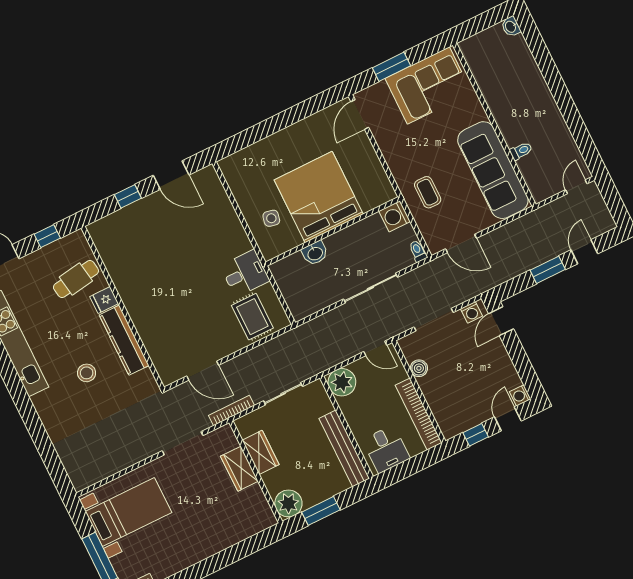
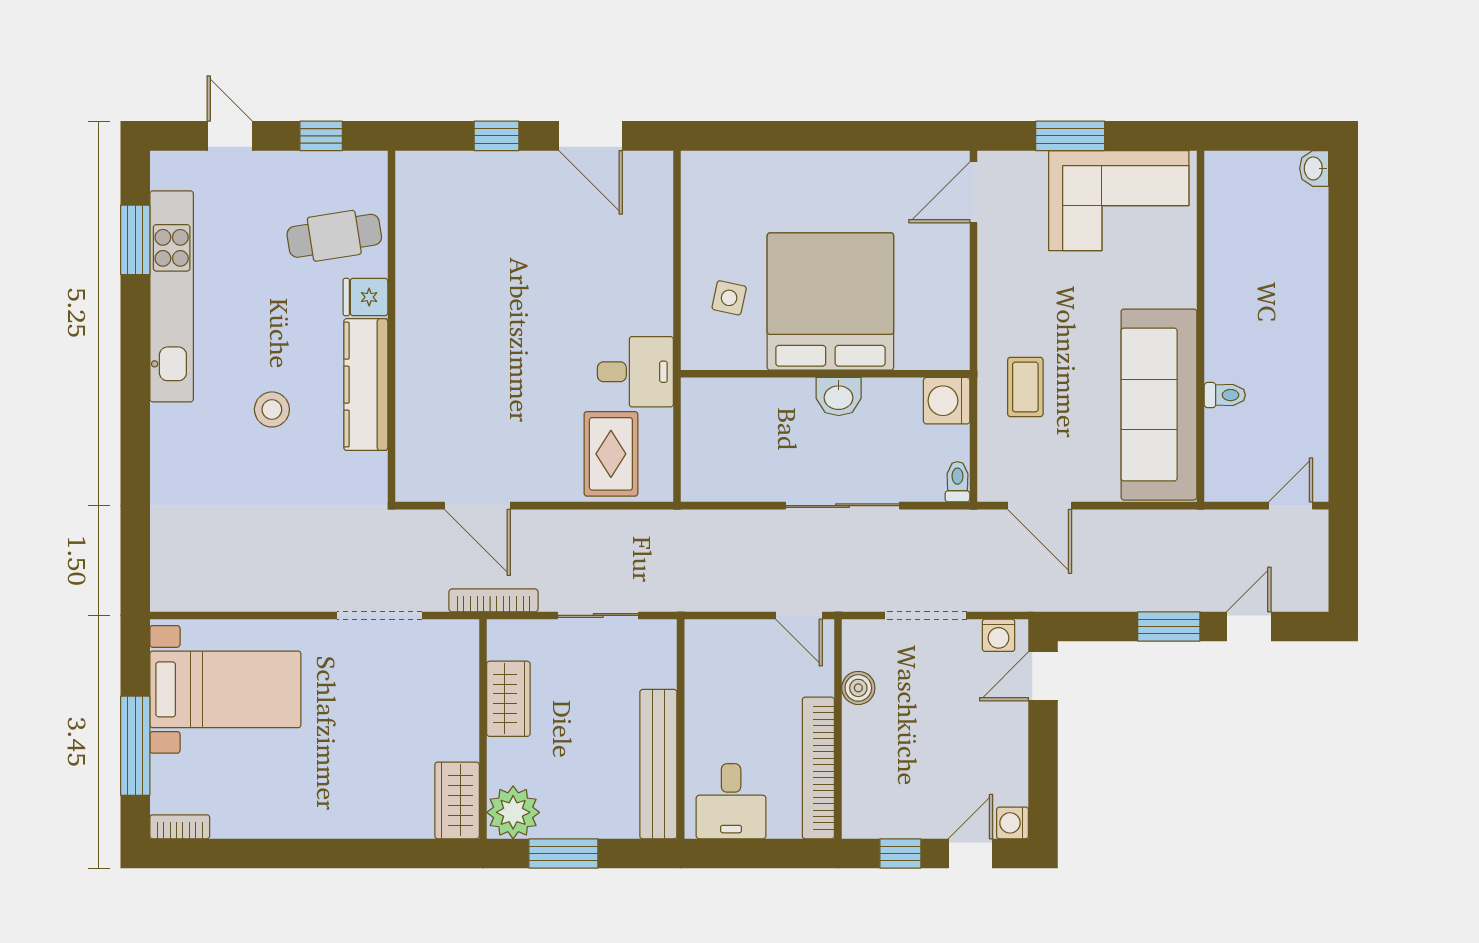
washbasin: (315, 253) -> (839, 397), moved
plant: (342, 382) -> (711, 646), removed
wardrobe: (239, 469) -> (457, 800), moved

